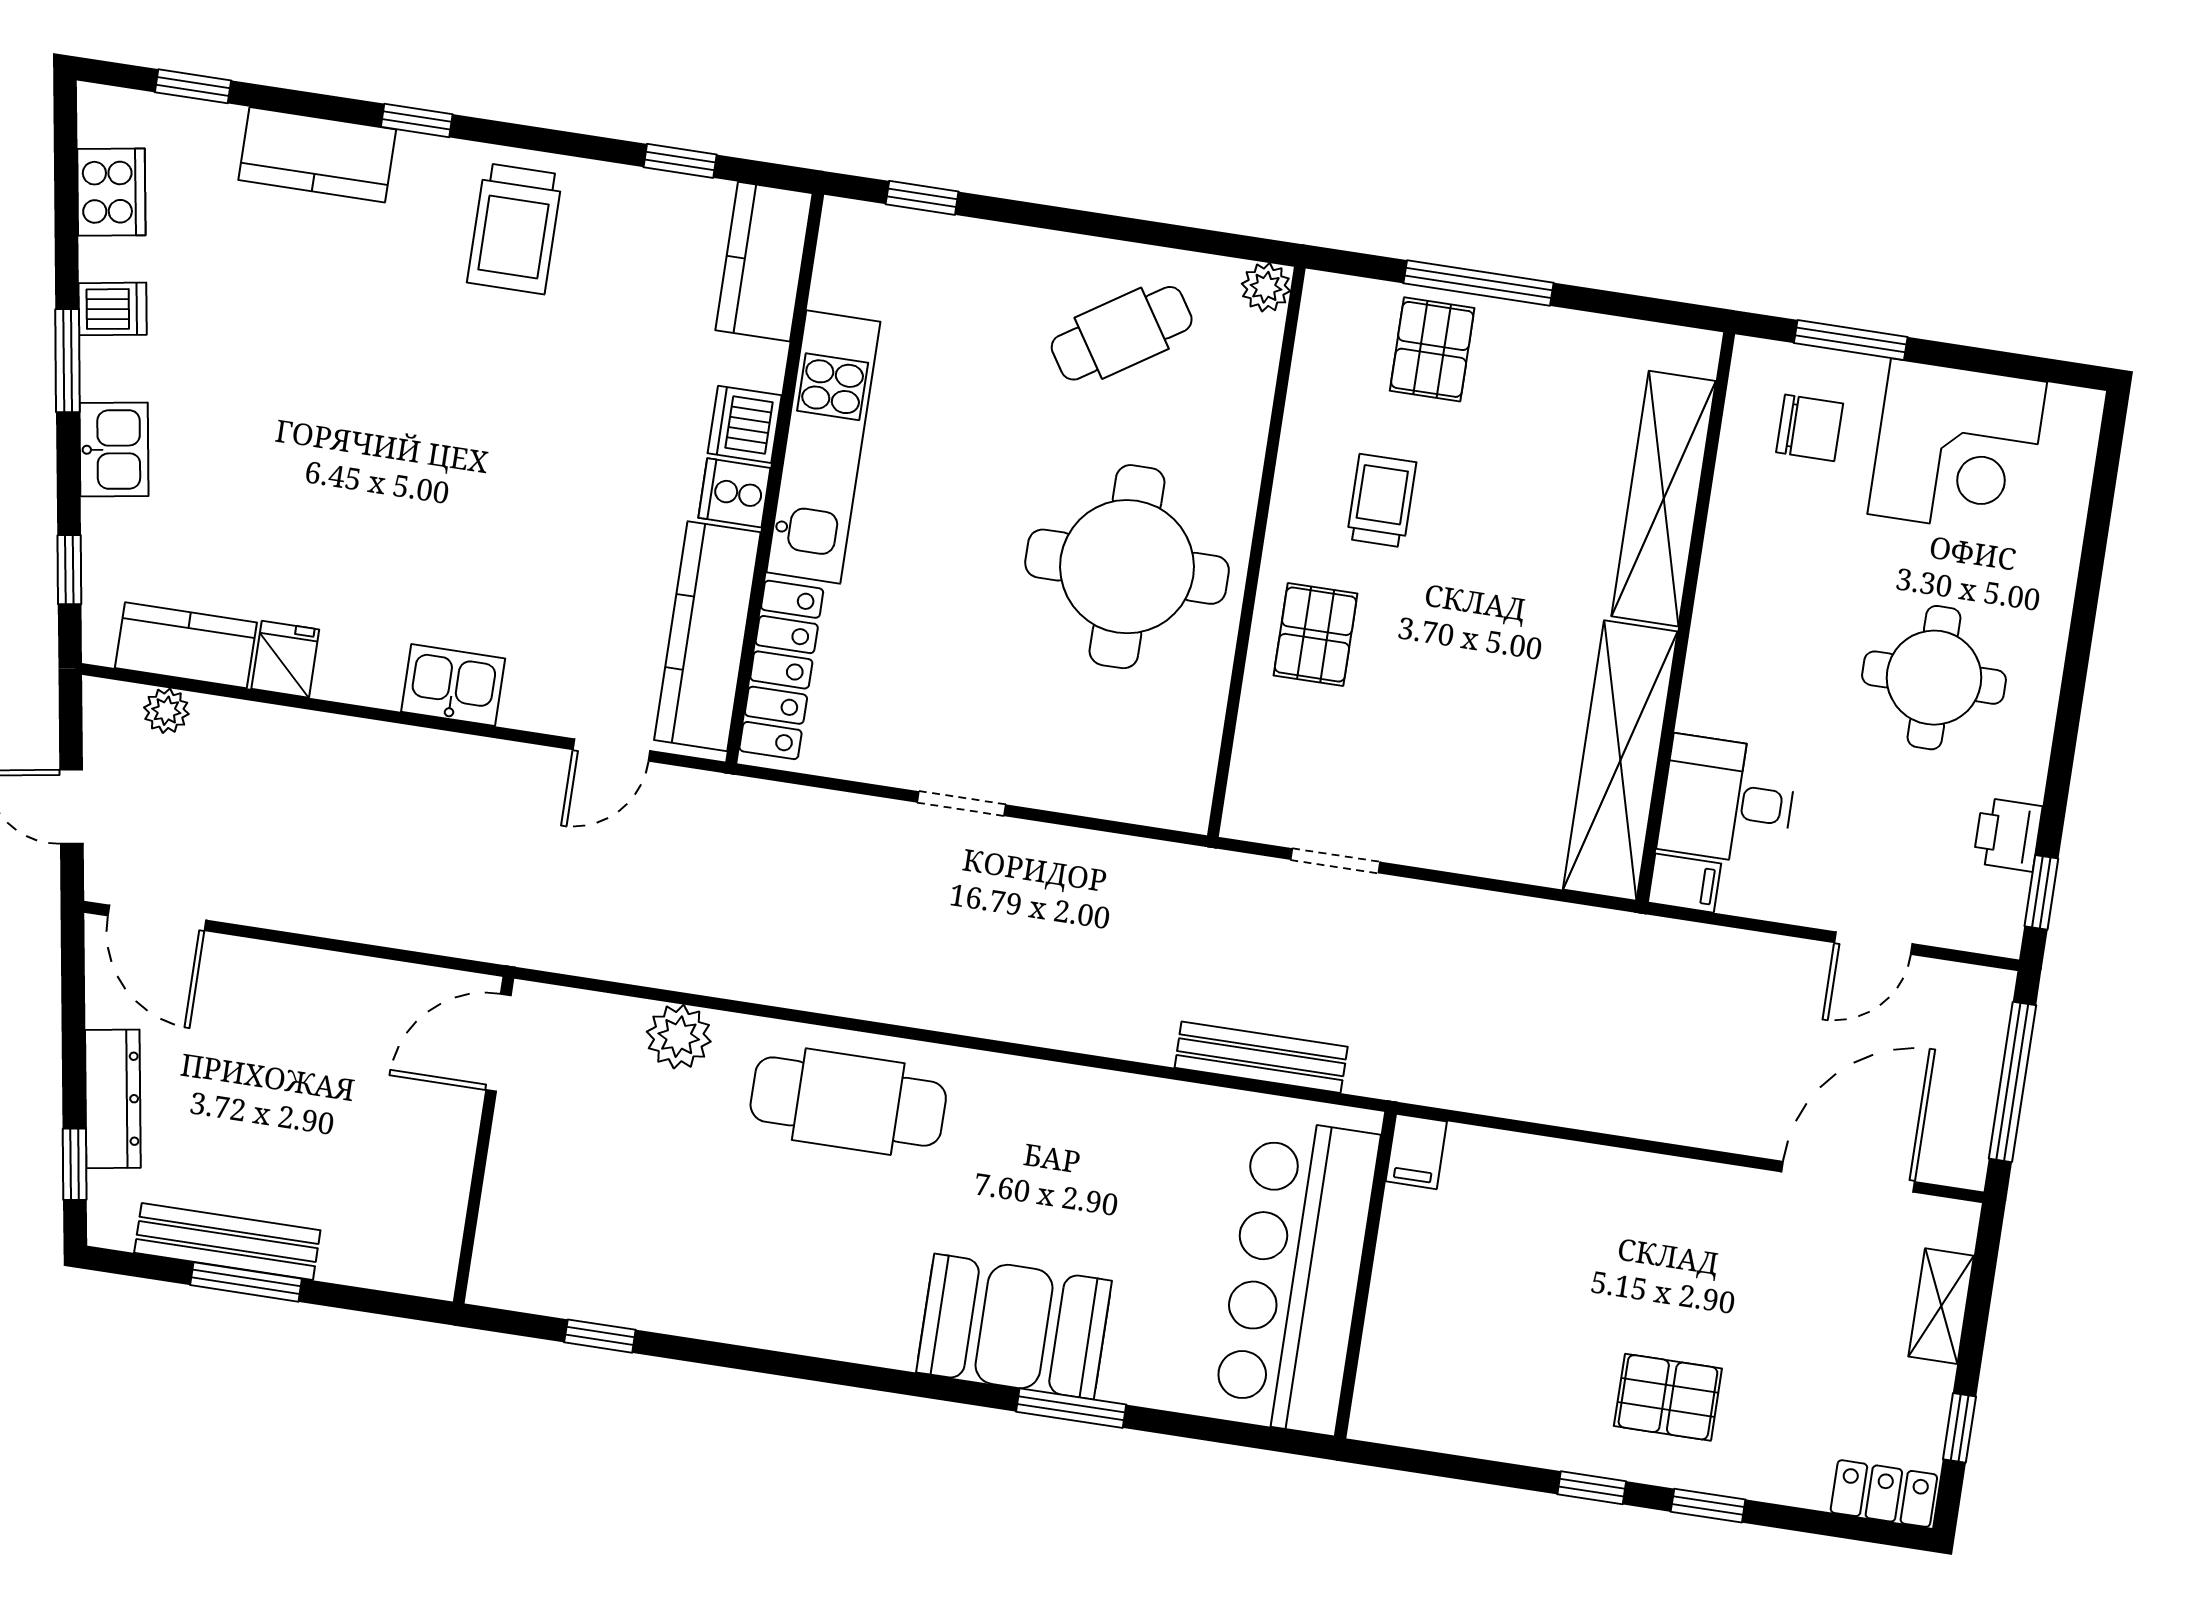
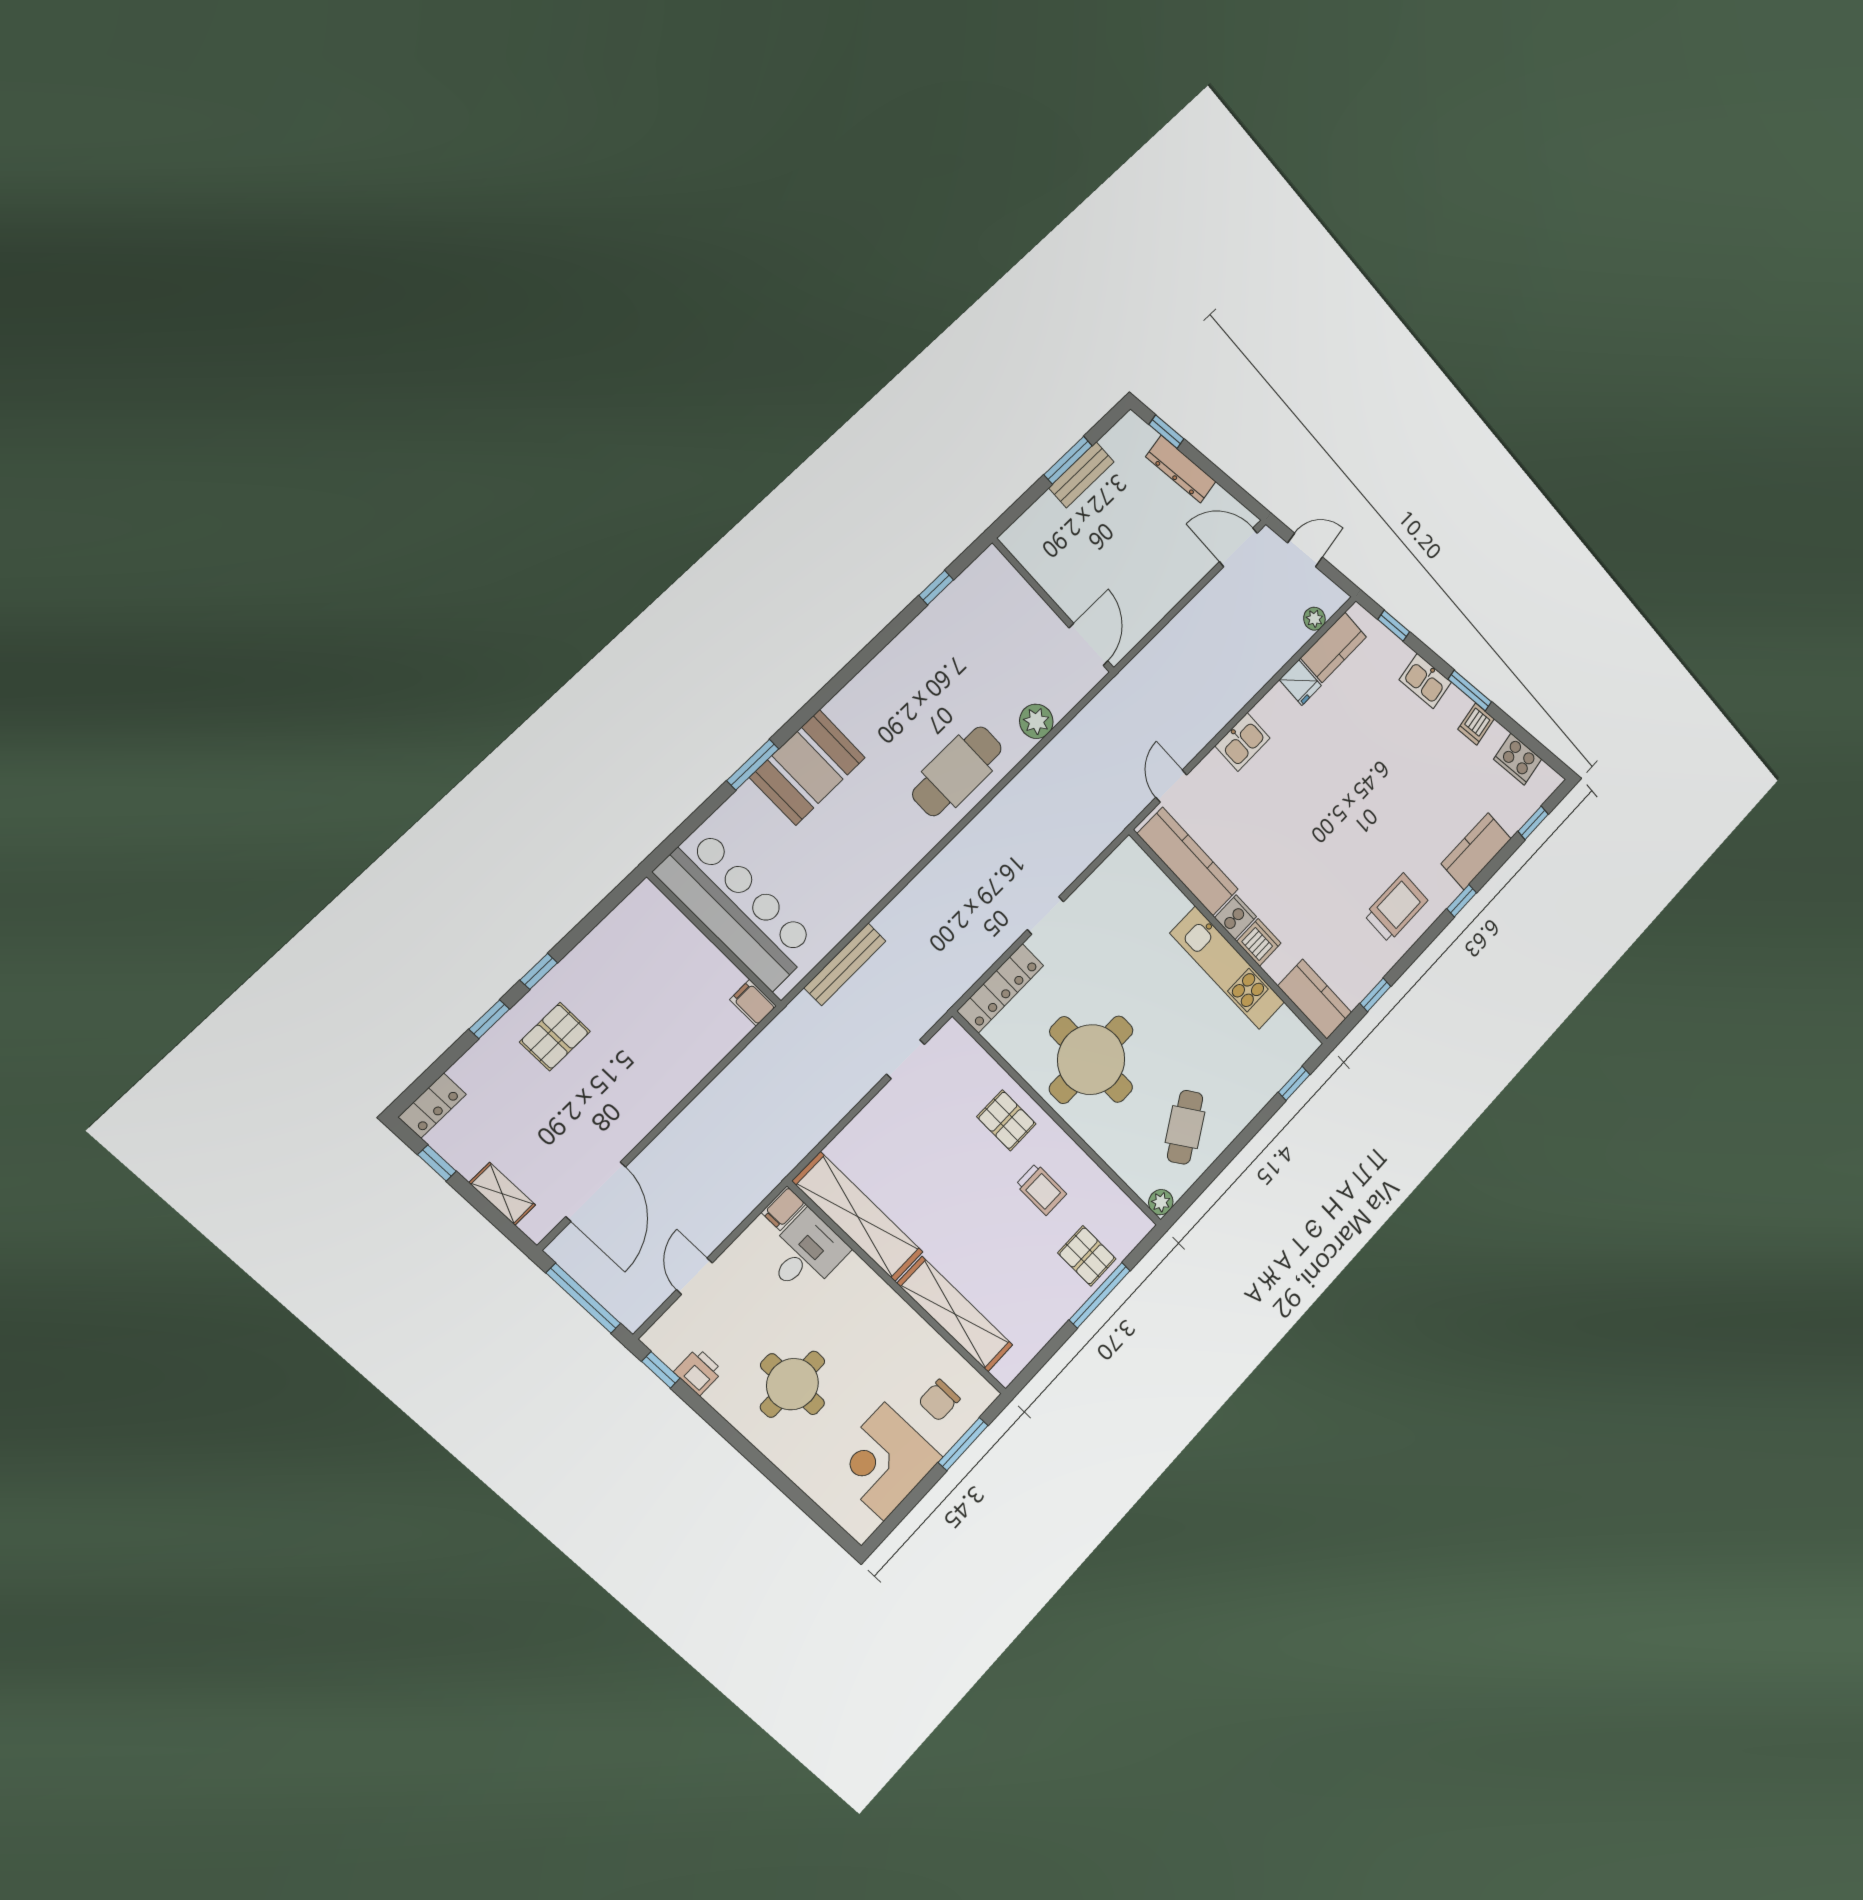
trolley: (515, 229) -> (1396, 908), turned 90
locker: (781, 670) -> (1000, 988), moved, turned -90
bench: (227, 1242) -> (1081, 475), width x0.73

